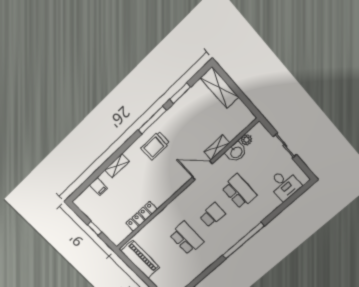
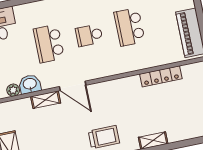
filing cabinet: (98, 187) -> (185, 131), removed

